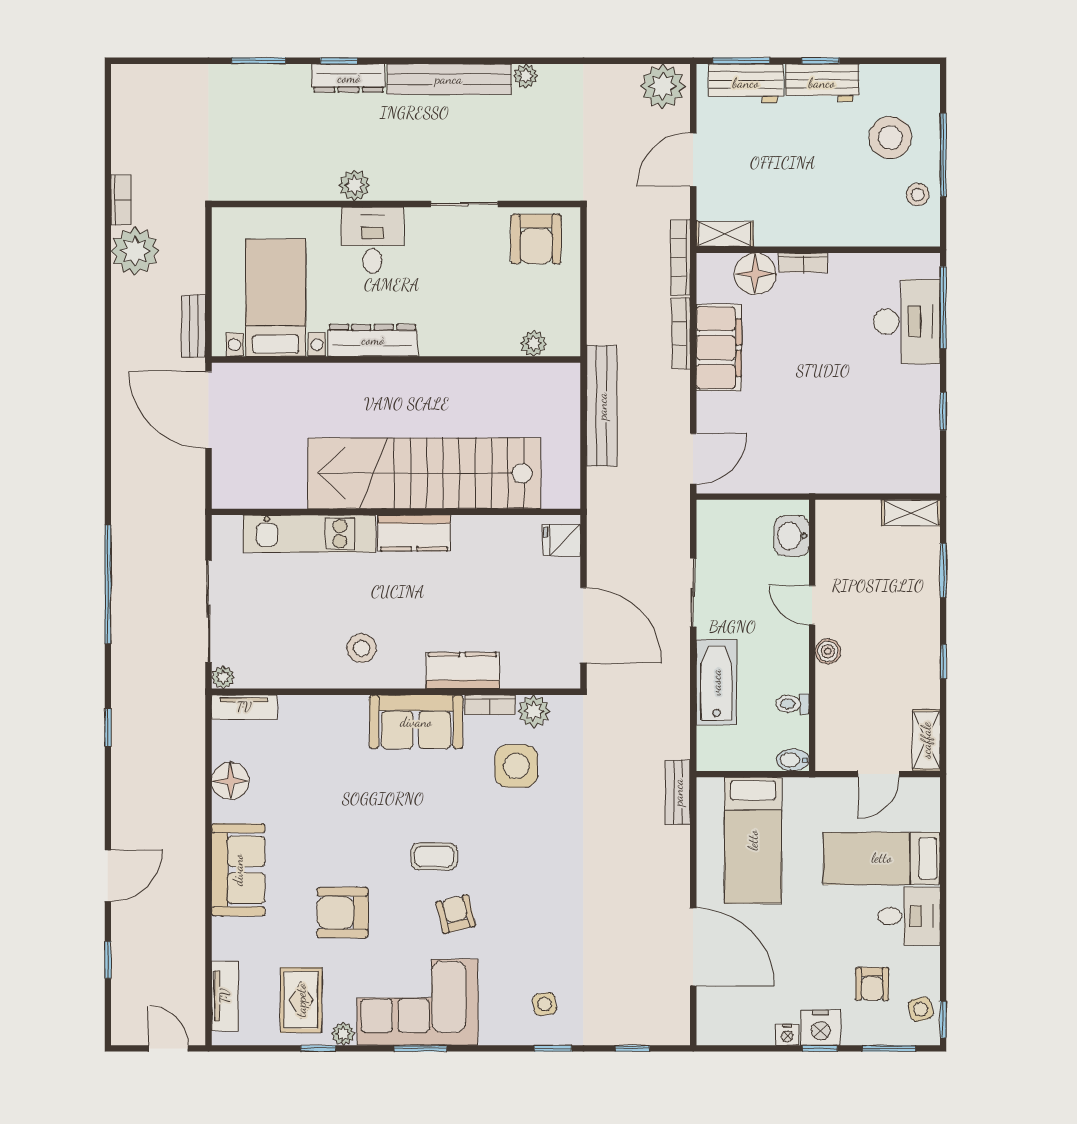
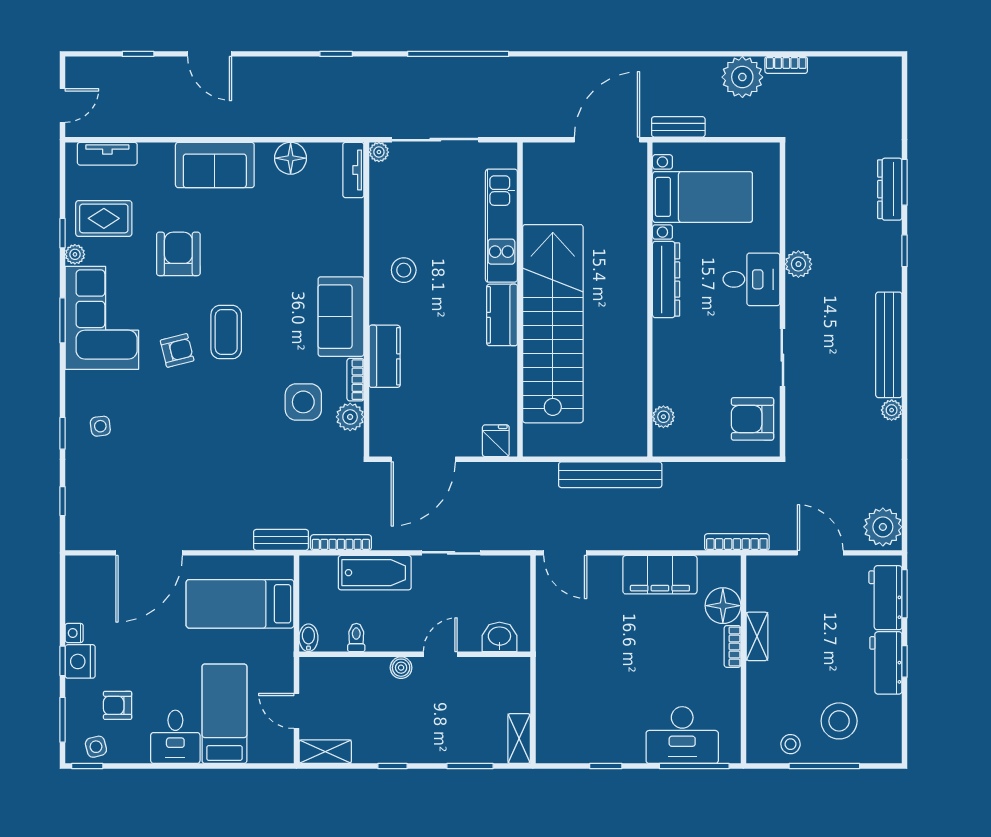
dresser: (349, 78) -> (890, 189), moved
shelving: (725, 234) -> (757, 636), moved
bookcase: (681, 333) -> (341, 543), moved
coffee table: (434, 856) -> (226, 332), width x1.36, depth x1.30

